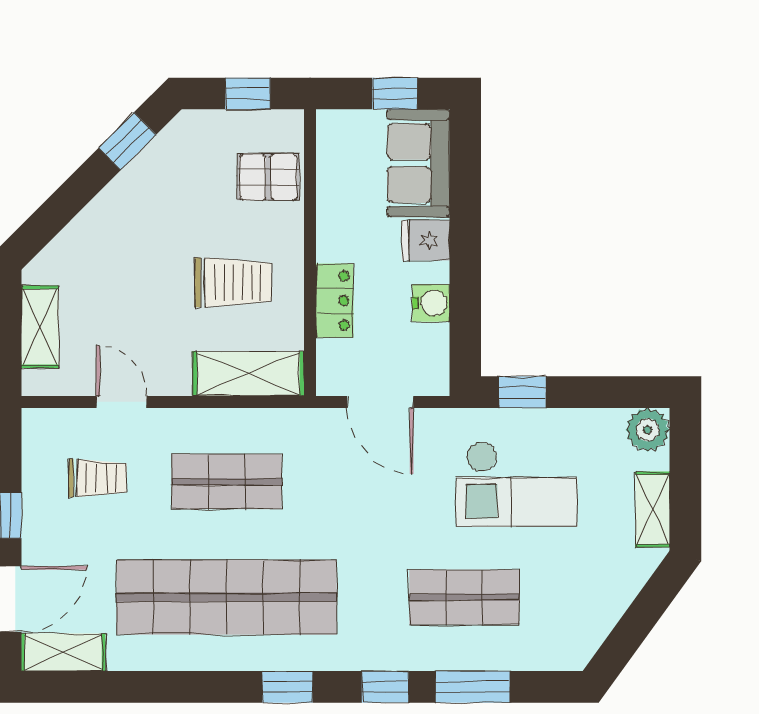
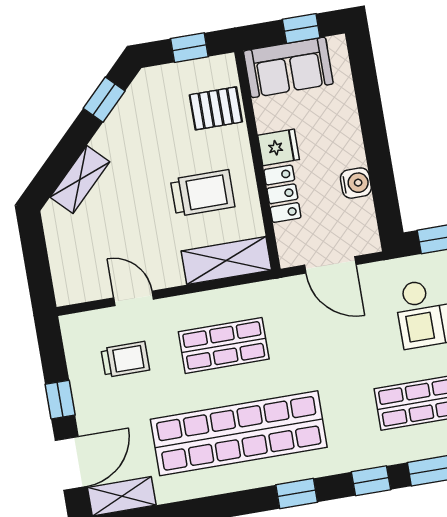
sofa: (418, 163) -> (288, 67), moved, turned -90
fridge: (426, 240) -> (279, 147), moved, turned 180
shelving: (40, 327) -> (80, 179), moved, turned 45

